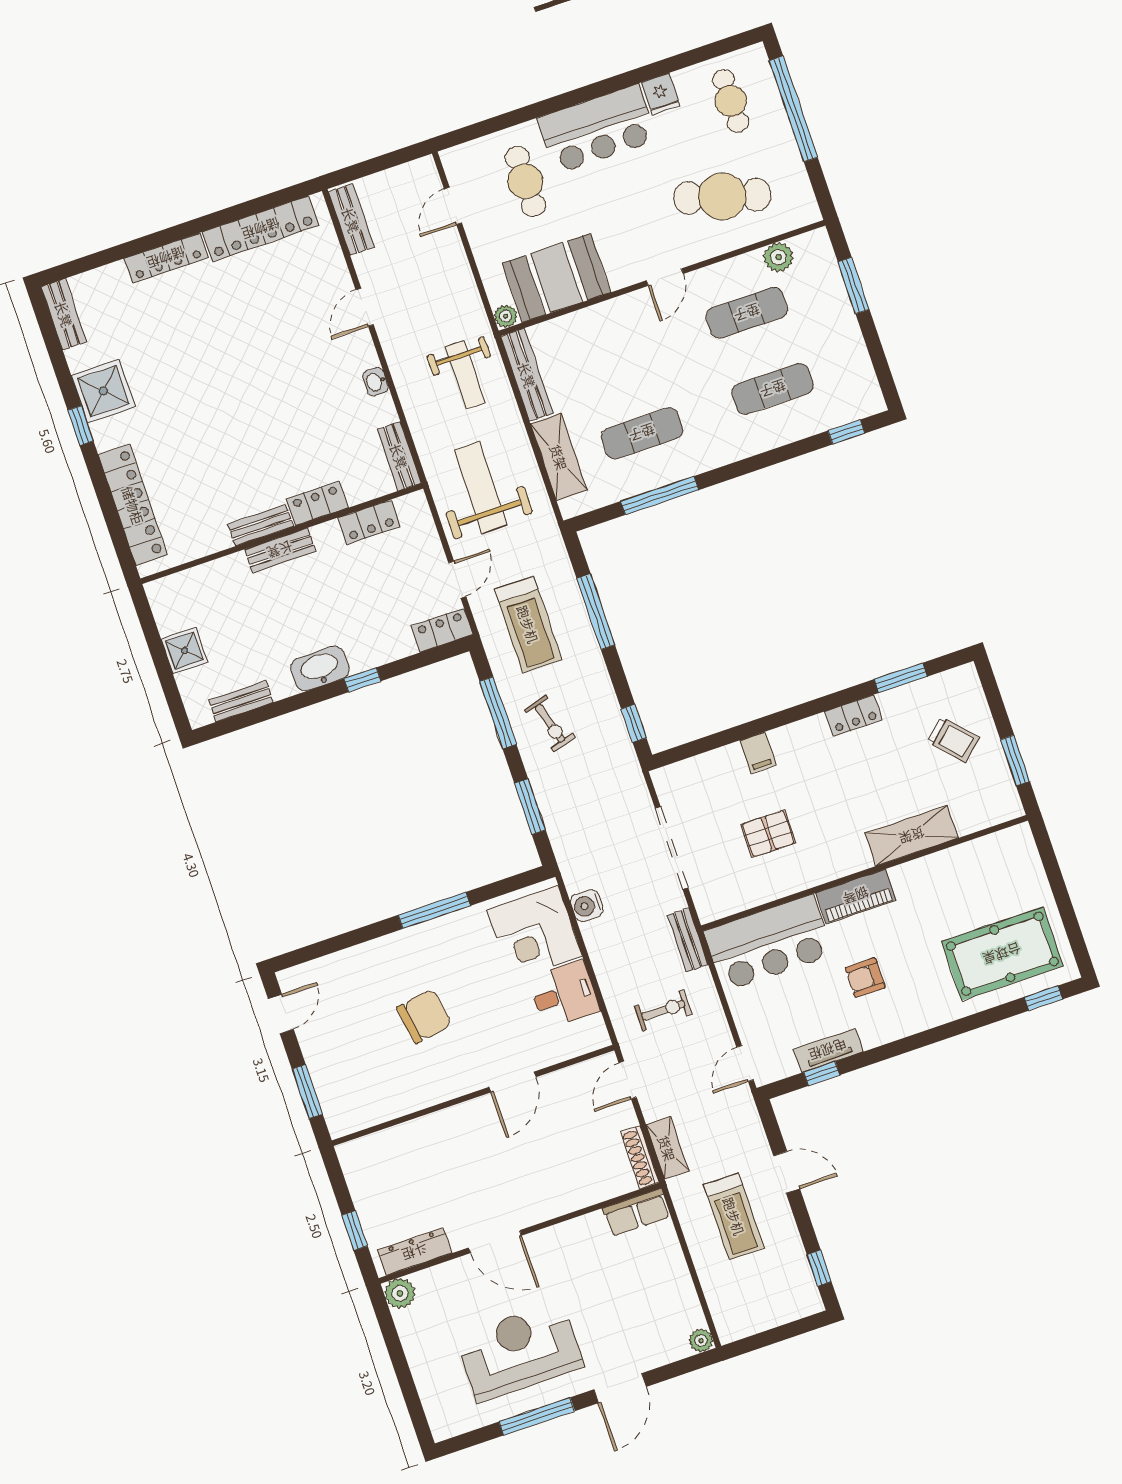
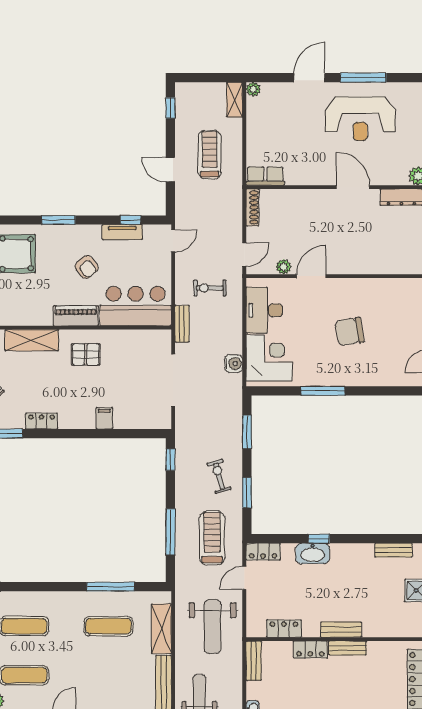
washbasin: (320, 669) -> (313, 553), moved
window: (498, 713) -> (247, 493), width x0.69
pallet: (768, 834) -> (86, 354), moved
armchair: (865, 978) -> (87, 267), turned 52
desk: (564, 995) -> (264, 310), width x1.37
window: (933, 1036) -> (58, 220), added
plant: (560, 1082) -> (284, 267), added
shelving: (667, 1148) -> (235, 100), moved

